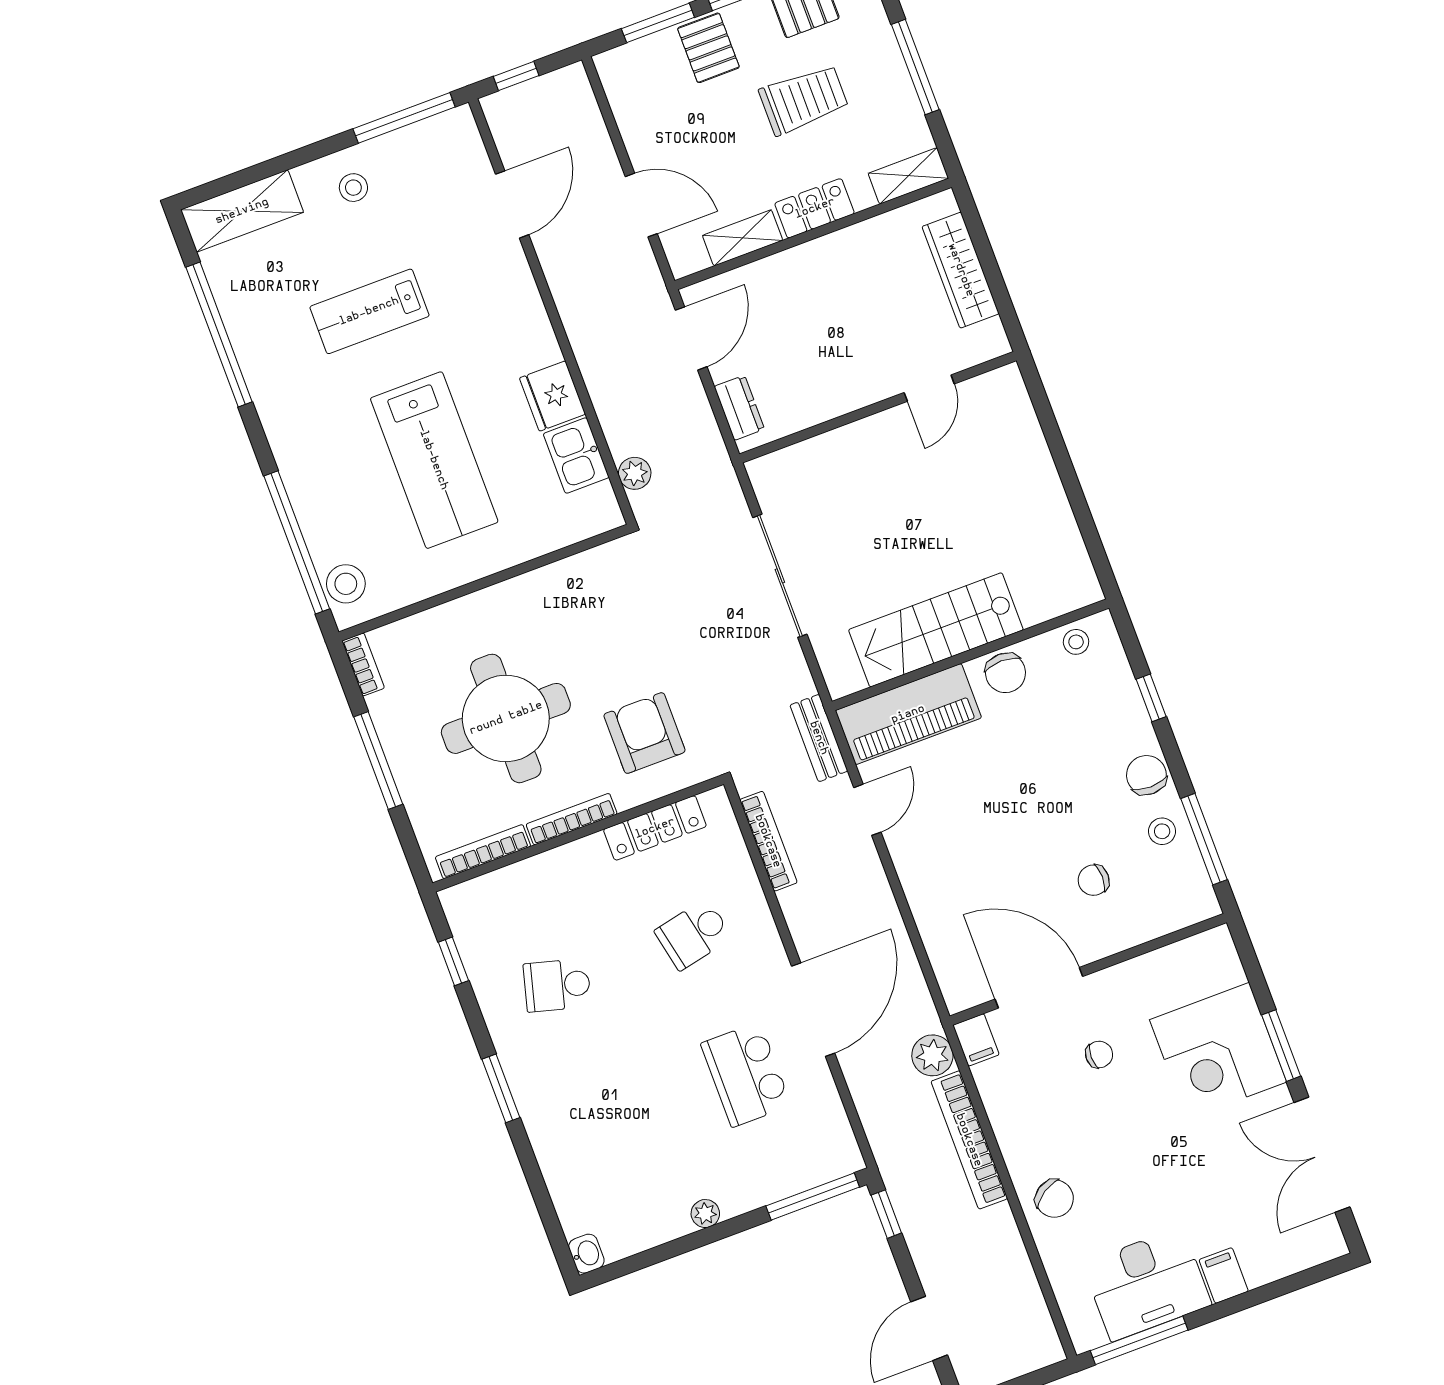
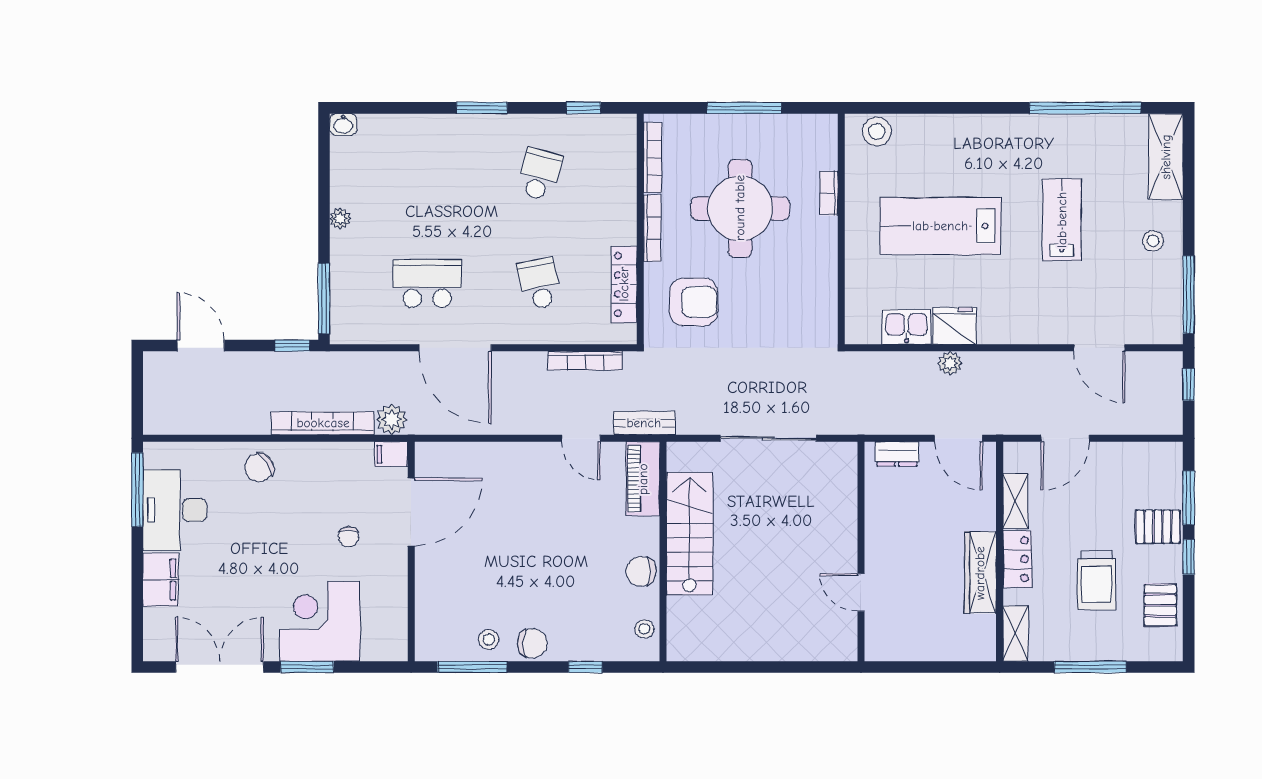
wardrobe: (961, 270) -> (980, 573), moved, turned -90
plant: (635, 473) -> (950, 363), moved
window: (297, 542) -> (919, 108), removed
bookcase: (363, 665) -> (829, 193), moved, turned 90
piano: (908, 714) -> (643, 479), width x0.73, depth x0.75
chair: (1094, 880) -> (472, 579), removed
filing cabinet: (1224, 1275) -> (161, 580), width x2.00

